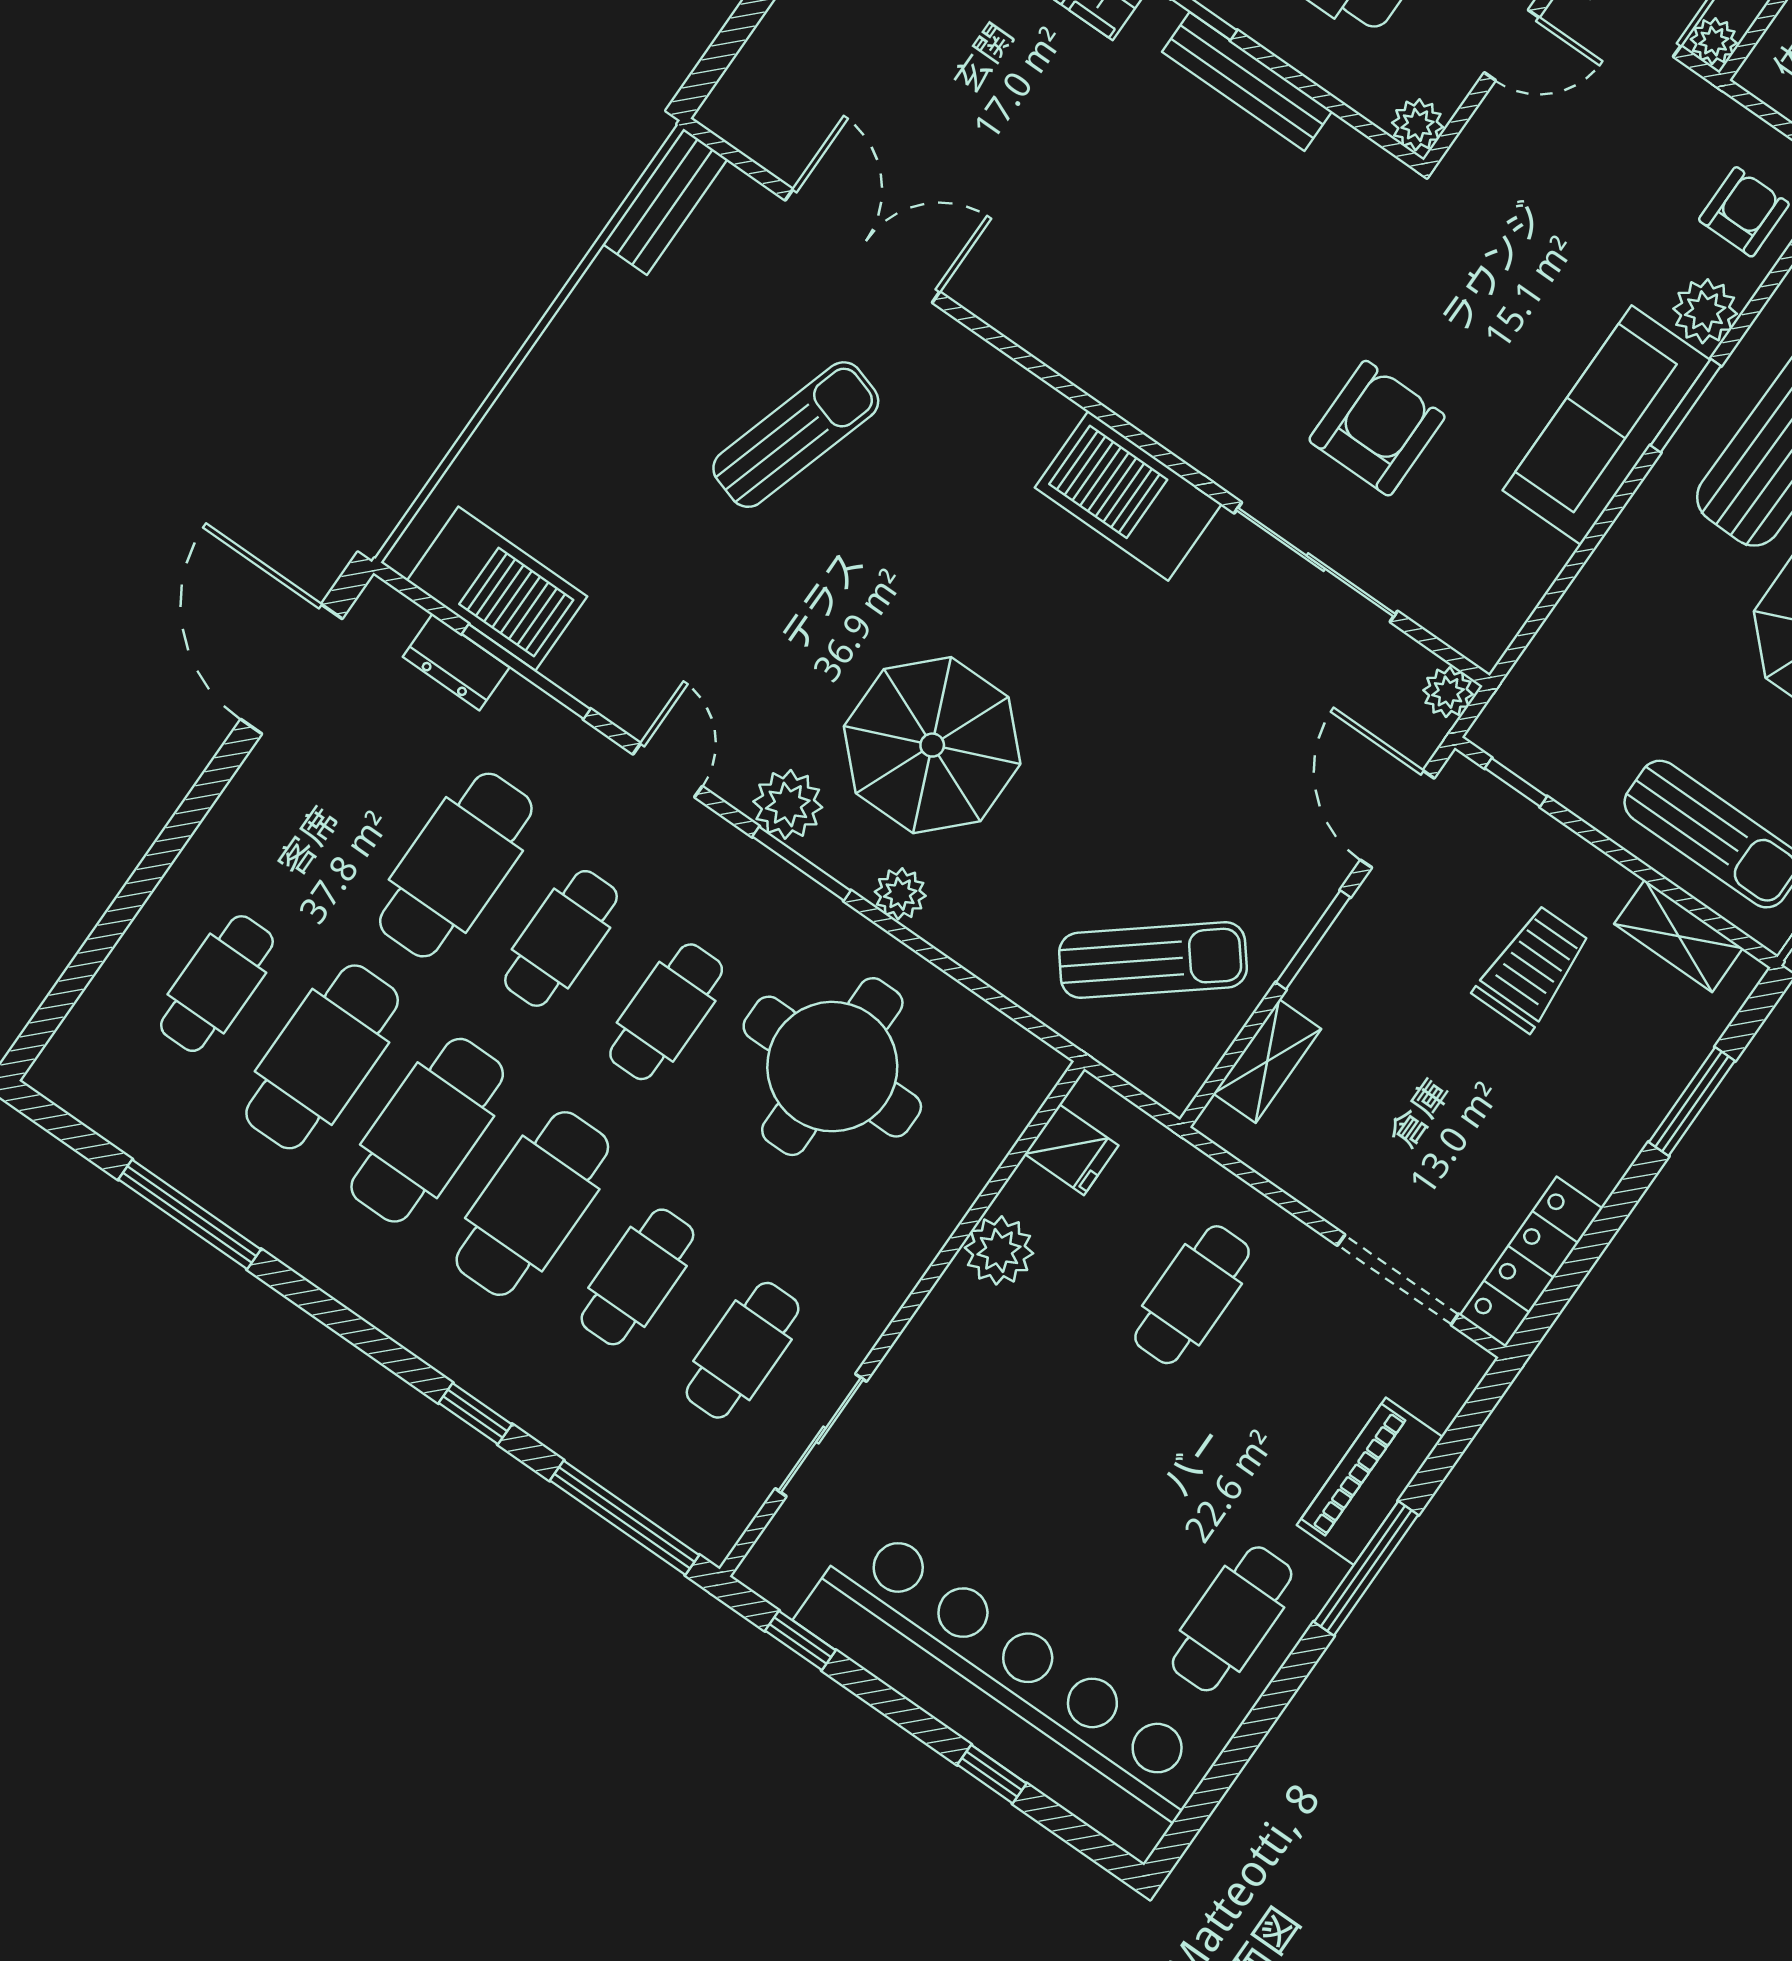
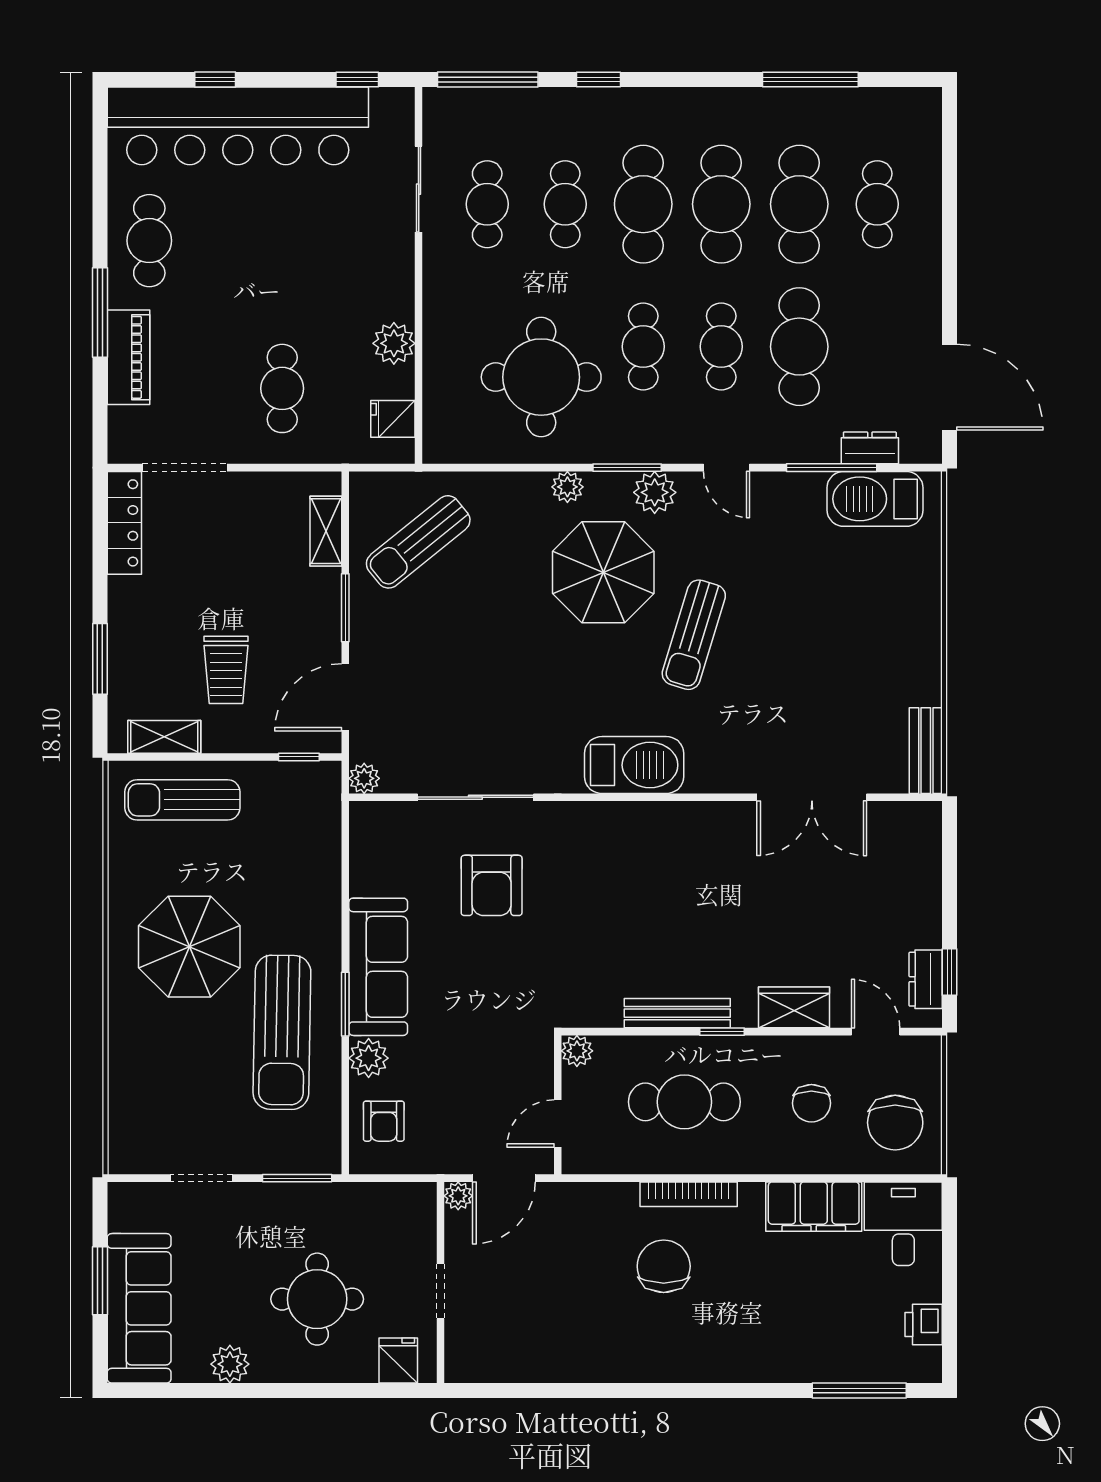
sun lounger: (796, 435) -> (694, 635), moved
barbecue: (1128, 496) -> (634, 765), moved
door: (1397, 819) -> (345, 697), swing flipped

